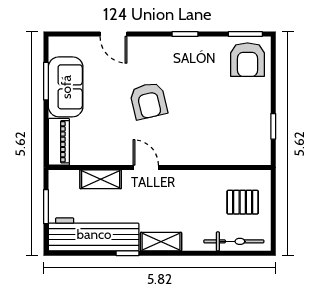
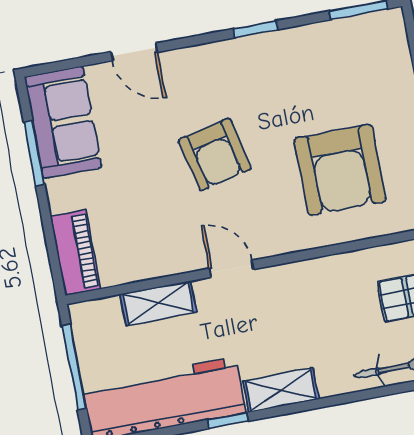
armchair: (247, 60) -> (340, 170), moved, width x1.36, depth x1.36
sofa: (66, 87) -> (63, 122), moved
window: (46, 207) -> (74, 367), width x1.44

